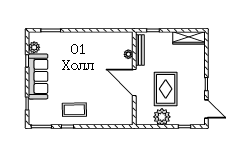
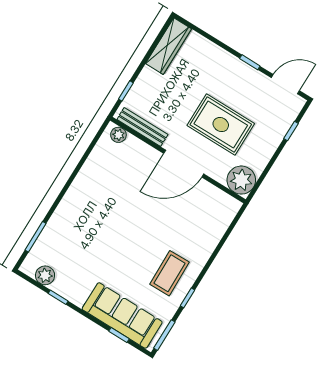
plant: (128, 54) -> (118, 135), moved
sofa: (38, 76) -> (122, 315), moved
plant: (162, 117) -> (241, 180), moved

